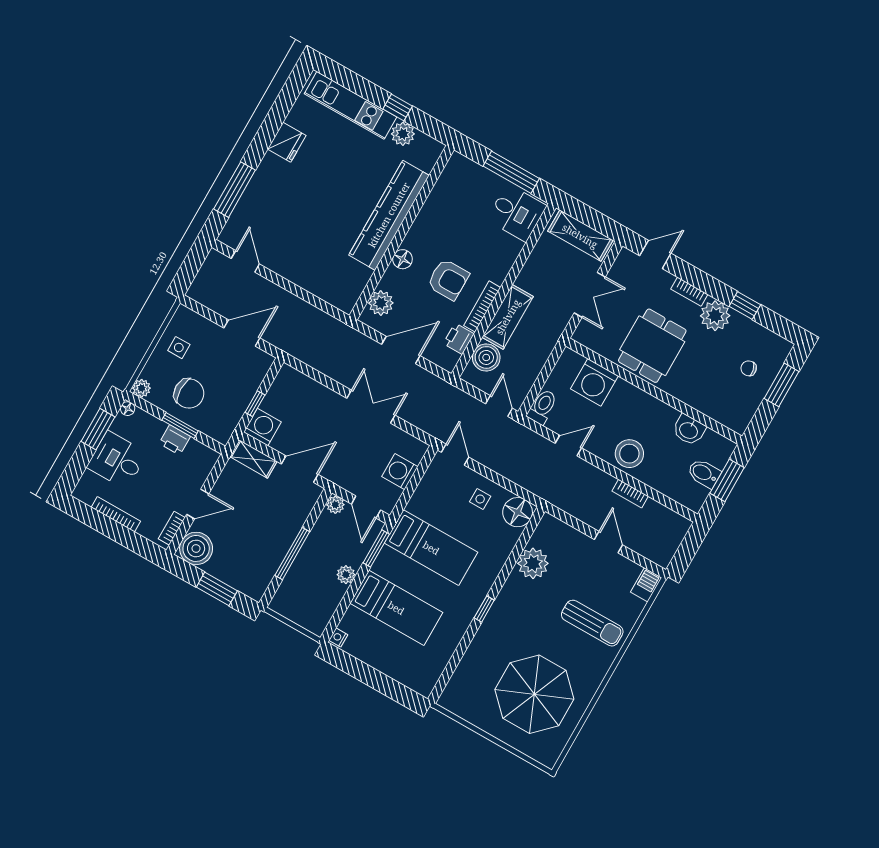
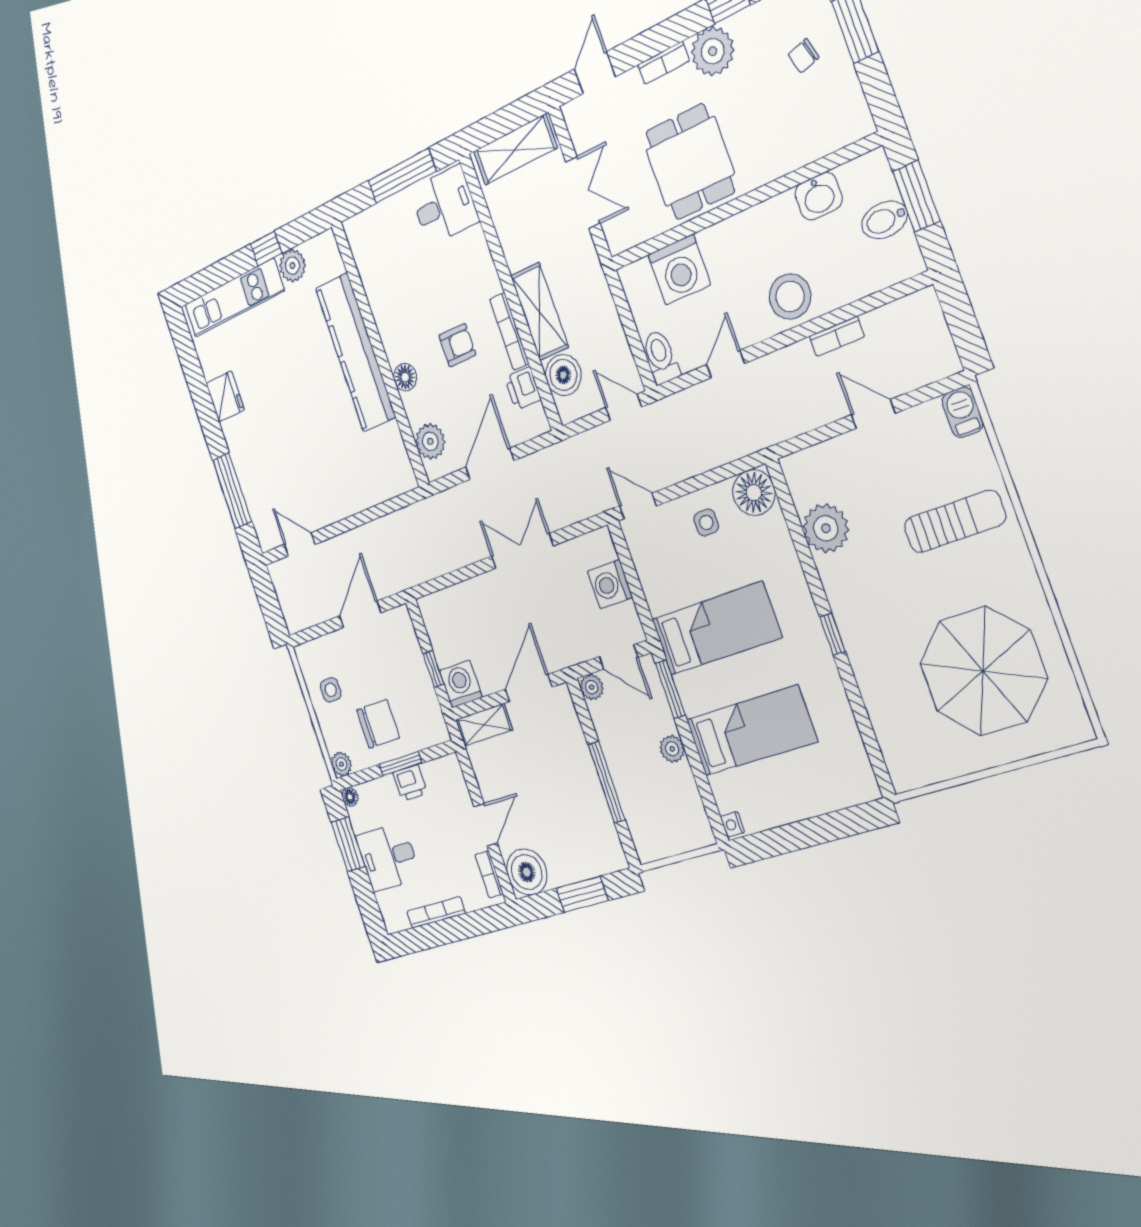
armchair: (448, 280) -> (457, 345), width x0.72, depth x0.72

